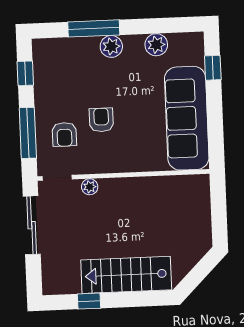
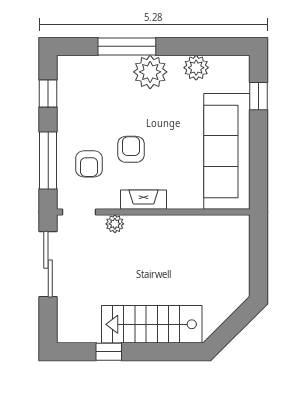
plant: (111, 46) -> (150, 72), width x1.36, depth x1.36
fireplace: (114, 164) -> (143, 200), added

